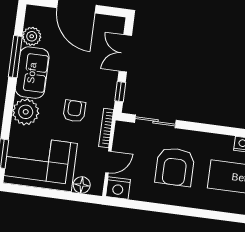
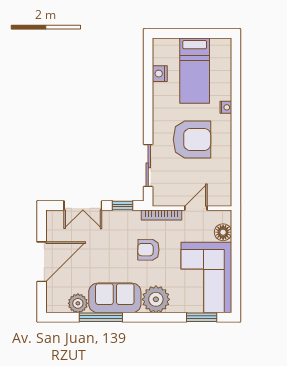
door: (108, 162) -> (196, 208), hinge flipped
nightstand: (118, 188) -> (226, 107), moved, width x0.53, depth x0.56

